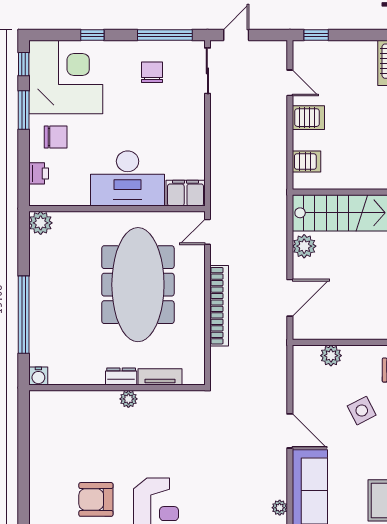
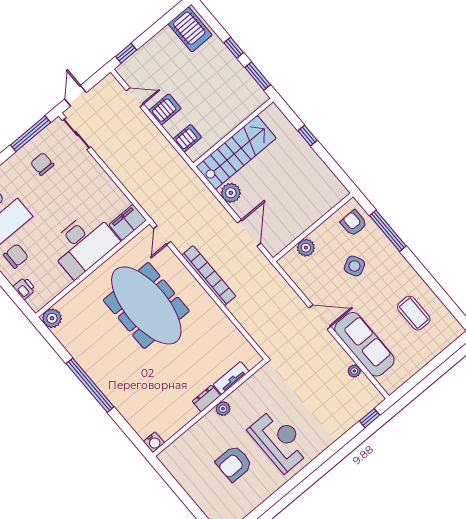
water cooler: (38, 376) -> (154, 442), moved
dresser: (121, 377) -> (206, 398), moved
tv unit: (160, 377) -> (231, 378), moved
wall: (117, 388) -> (210, 408), moved
plant: (128, 399) -> (223, 409), moved

